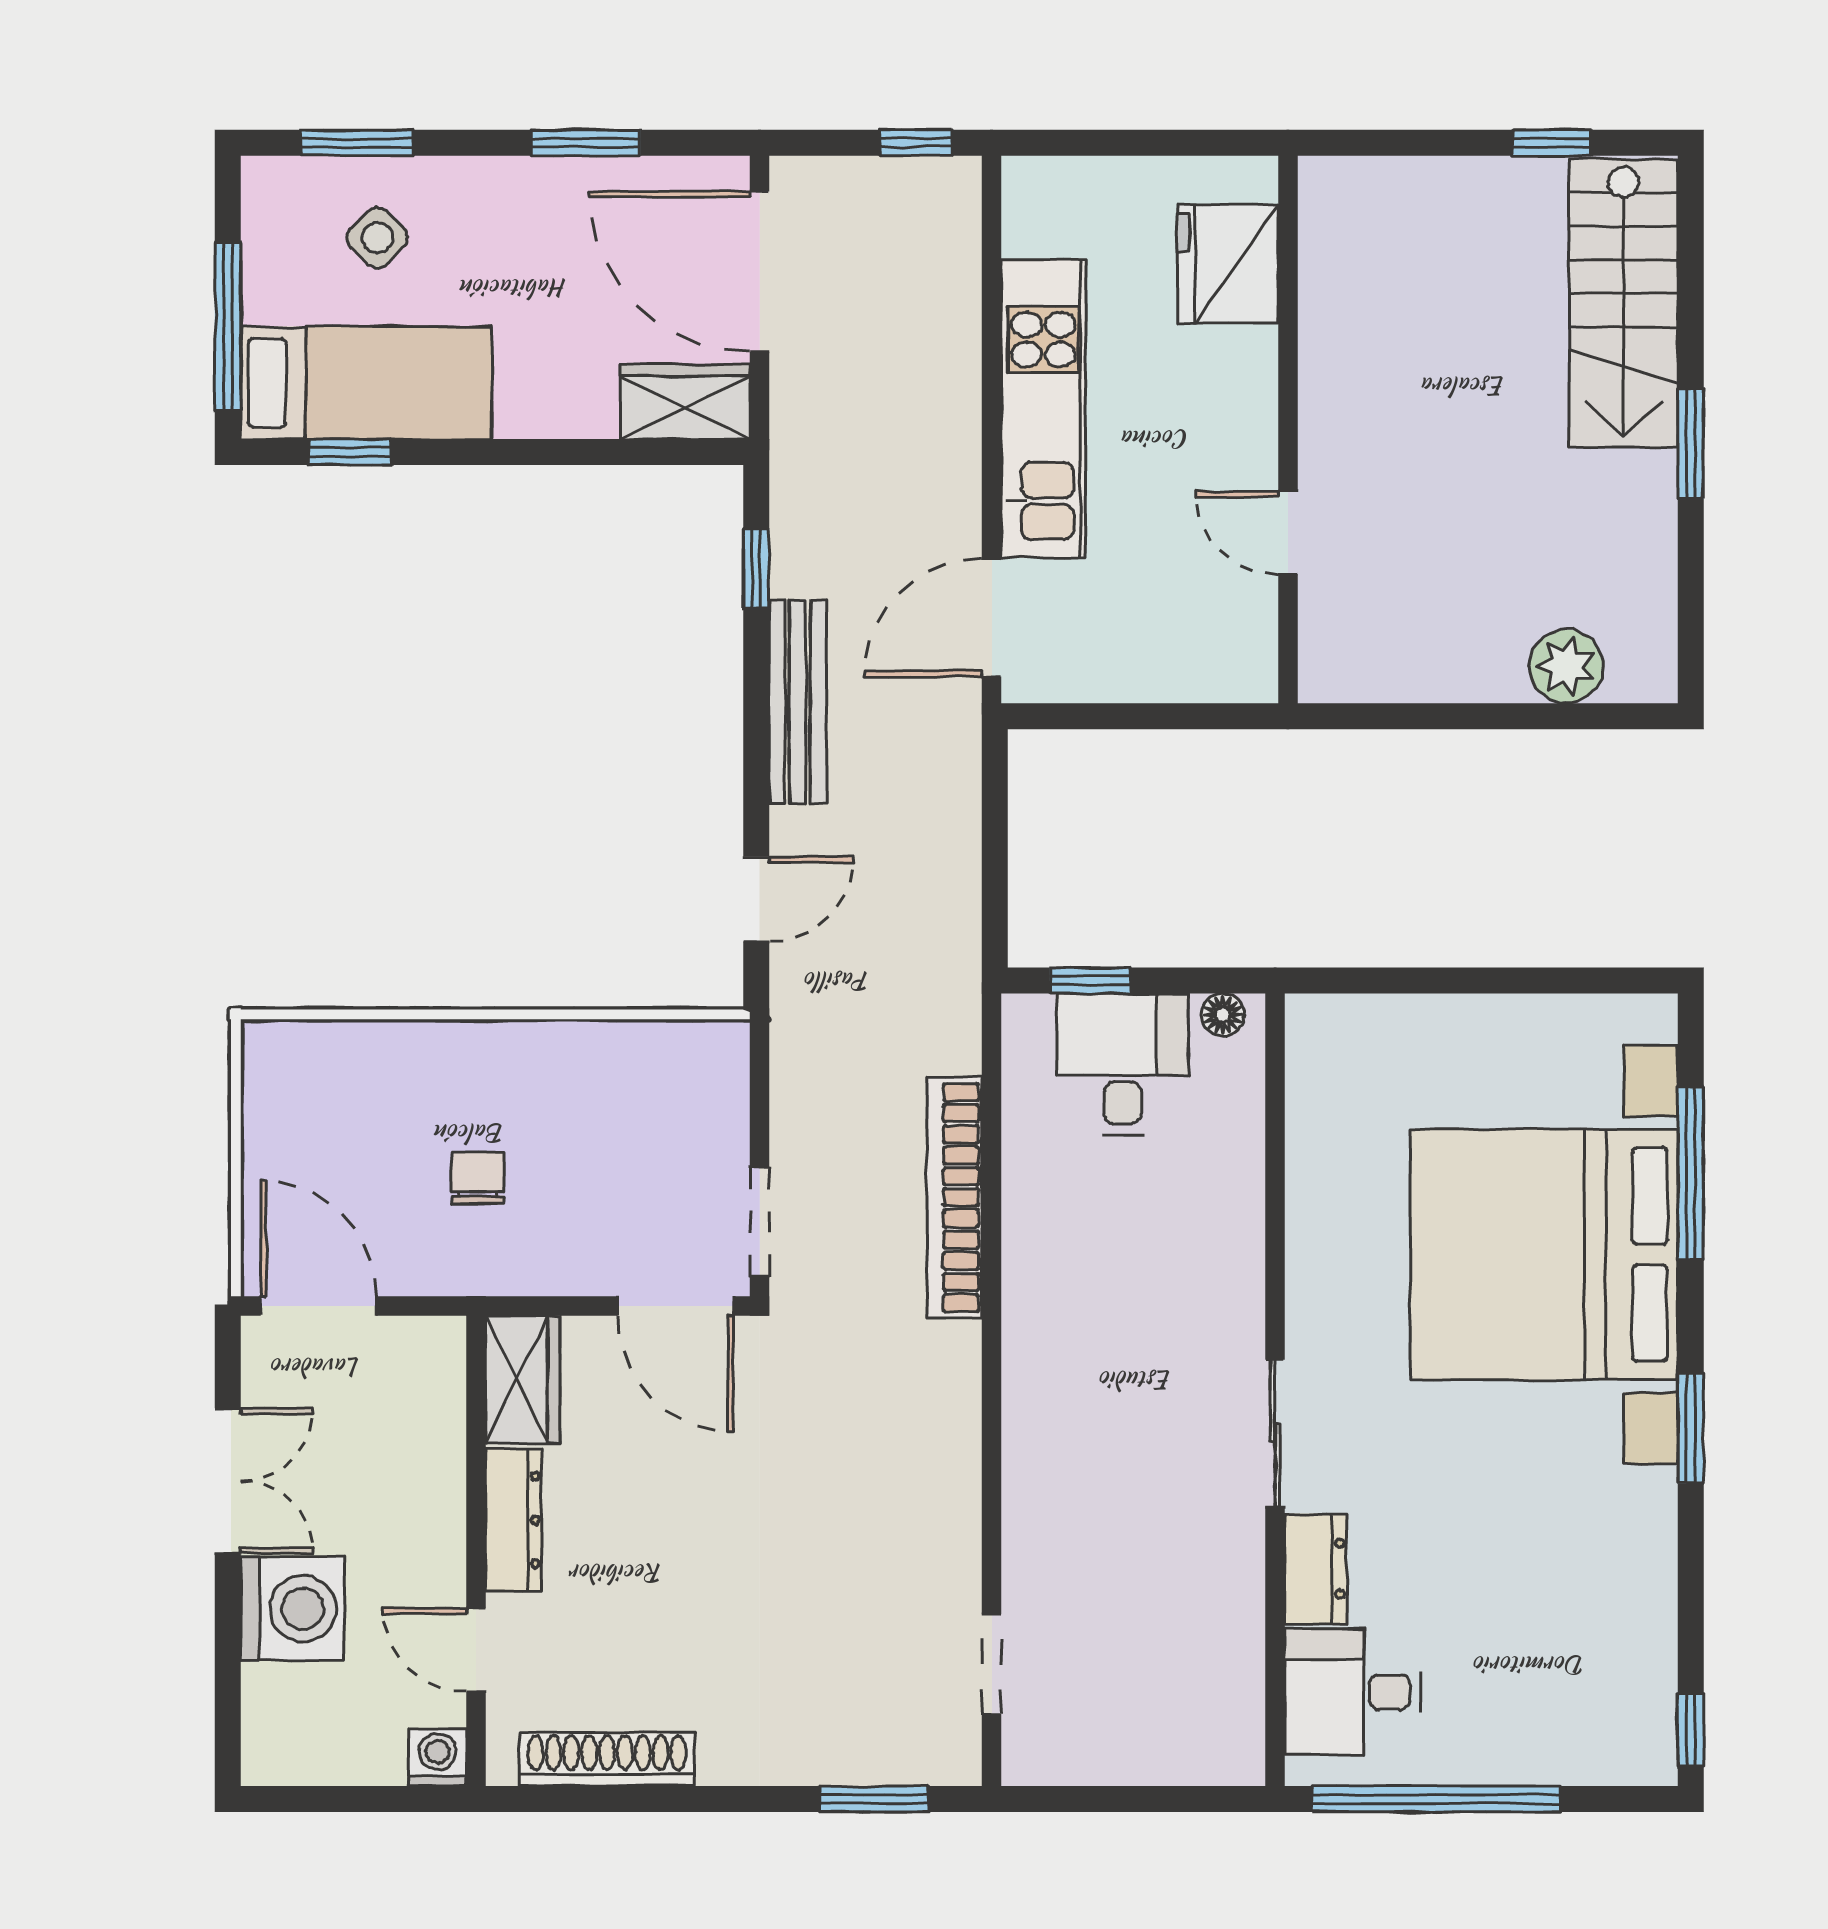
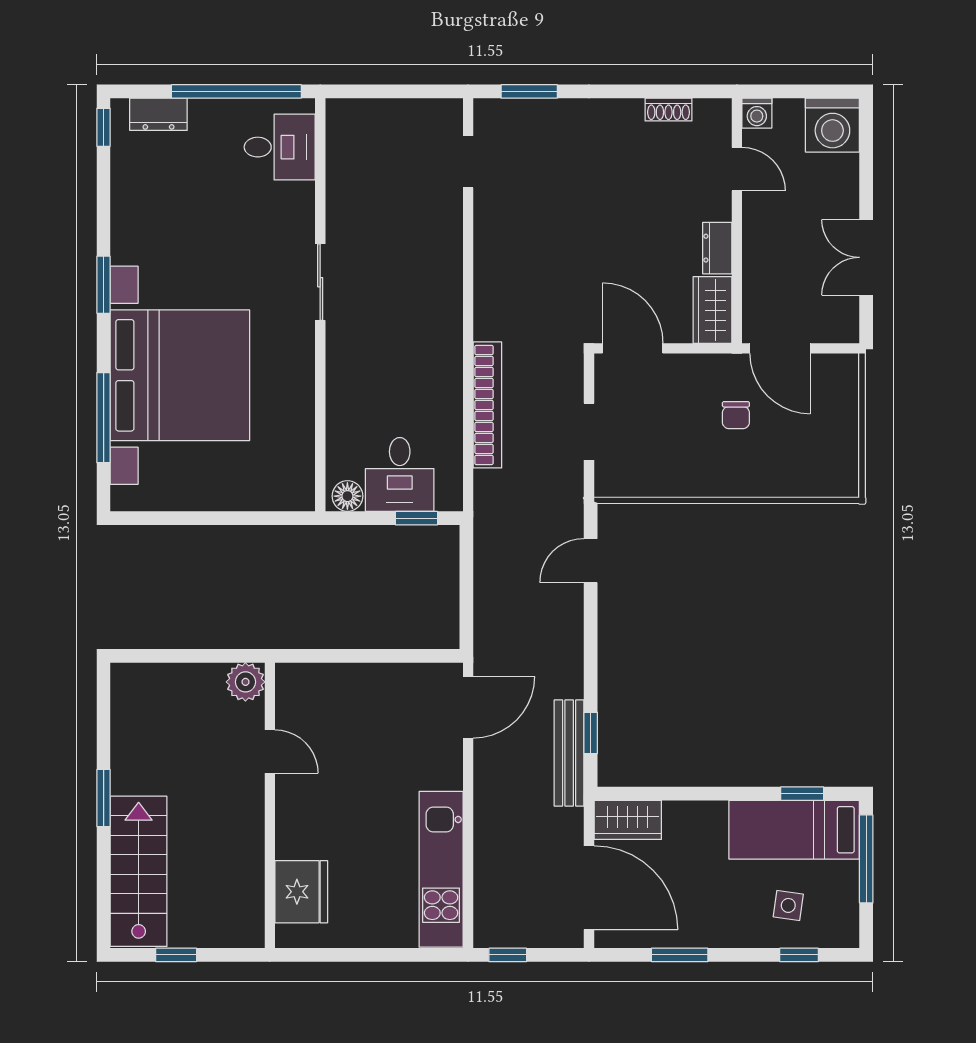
window: (357, 143) -> (799, 955), width x0.67
side table: (377, 238) -> (788, 905), turned -36
fridge: (1228, 264) -> (301, 892), moved
kitchen unit: (1043, 408) -> (441, 869), moved
wall: (1288, 430) -> (270, 805), moved
door: (1288, 533) -> (270, 752), moved
plant: (1566, 666) -> (245, 682), moved
bench: (798, 702) -> (569, 753), moved
floor lamp: (1223, 1015) -> (347, 496), width x1.37, depth x1.37
doorway: (760, 1222) -> (589, 432), moved
door: (318, 1306) -> (780, 348), moved
dresser: (514, 1520) -> (717, 248), width x0.70
dresser: (1316, 1569) -> (158, 114), moved, turned -90
washing machine: (292, 1609) -> (832, 125), moved, turned -90
shoe rack: (607, 1759) -> (669, 110), width x0.51, depth x0.81

